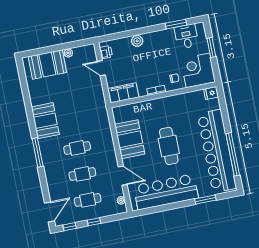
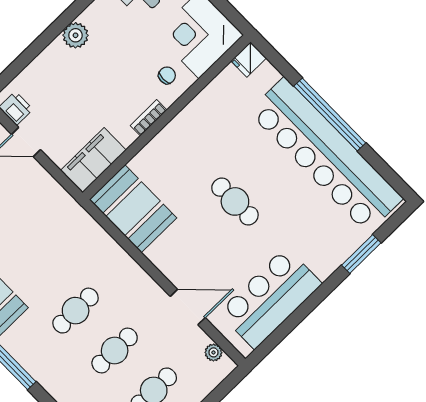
plant: (137, 41) -> (76, 35), moved
booth: (130, 139) -> (133, 209), moved
cafe table: (169, 146) -> (235, 201), width x0.73, depth x0.74
window: (233, 154) -> (330, 114), moved
bar counter: (166, 192) -> (270, 298), width x0.73

